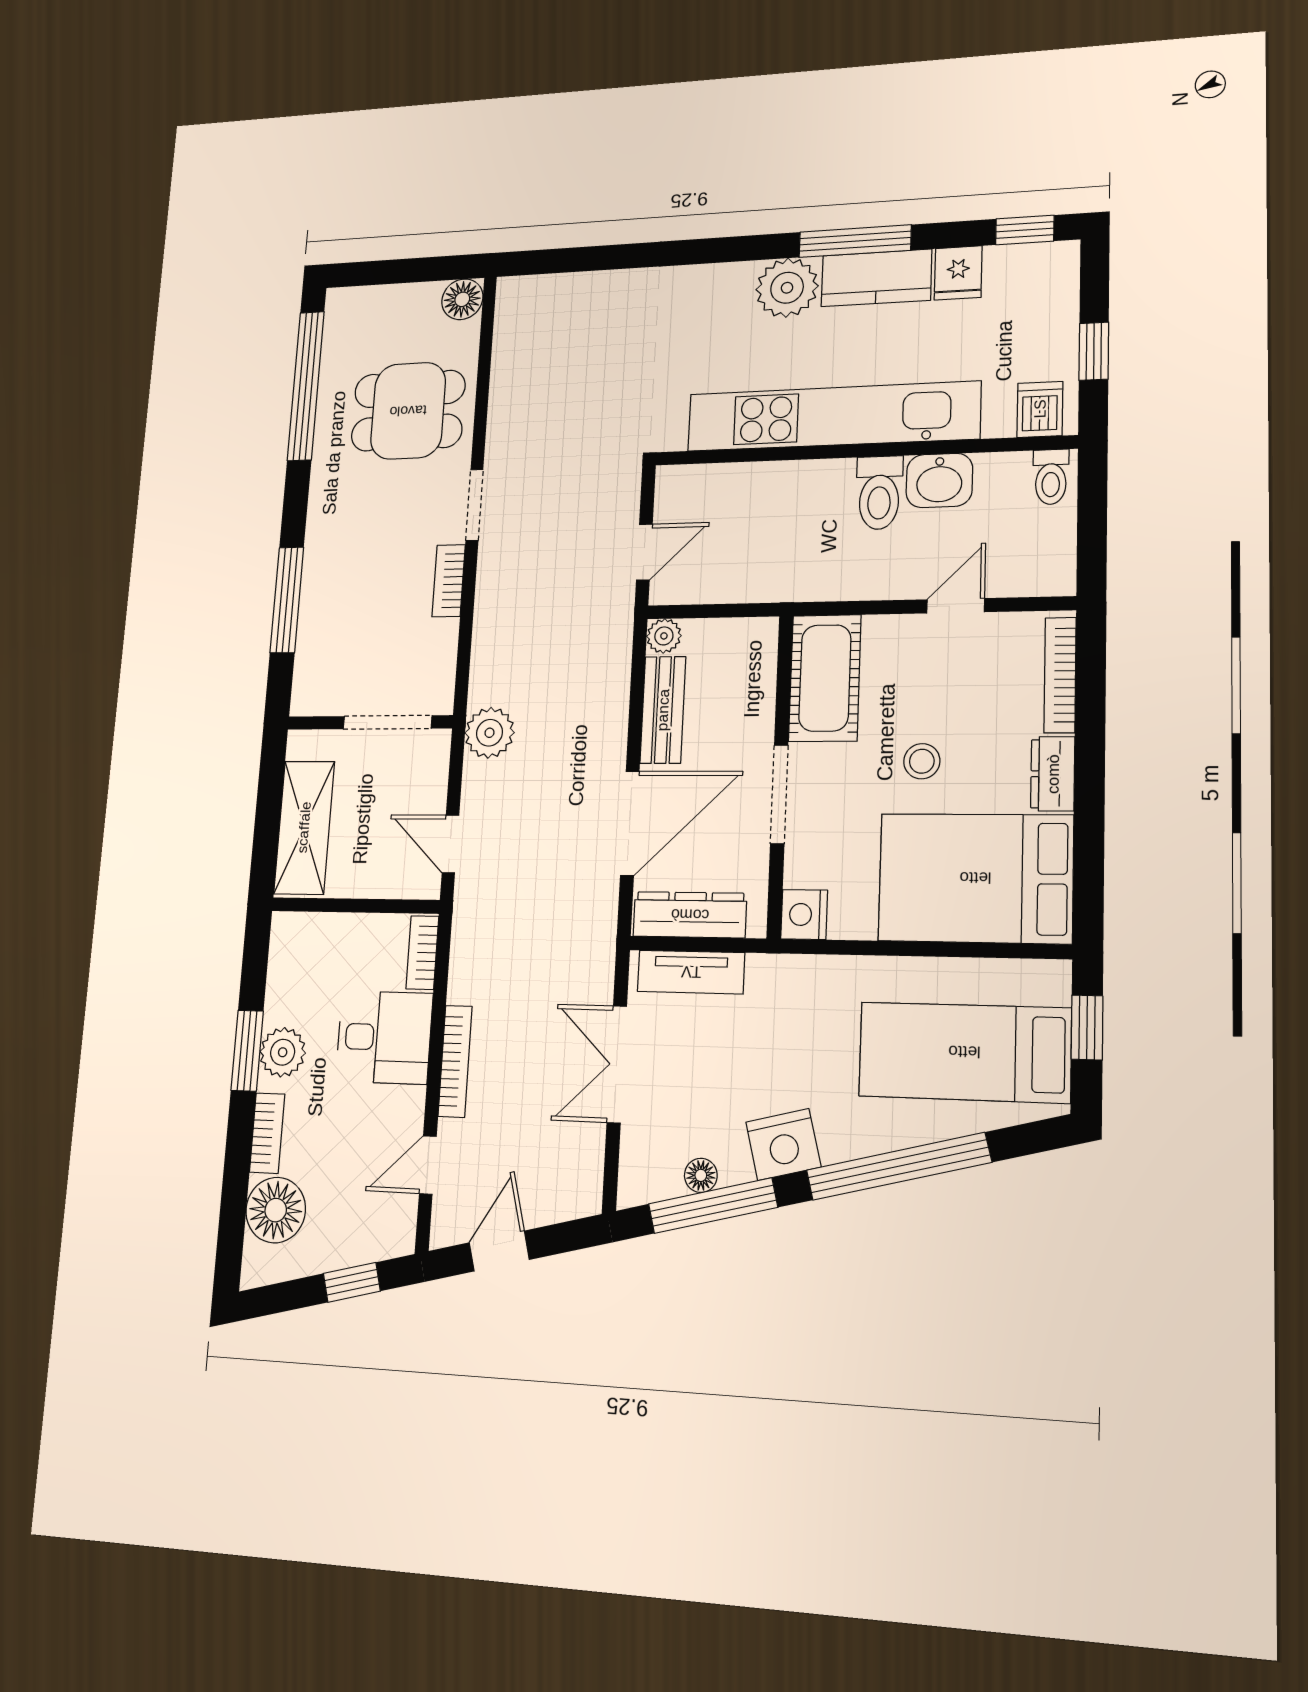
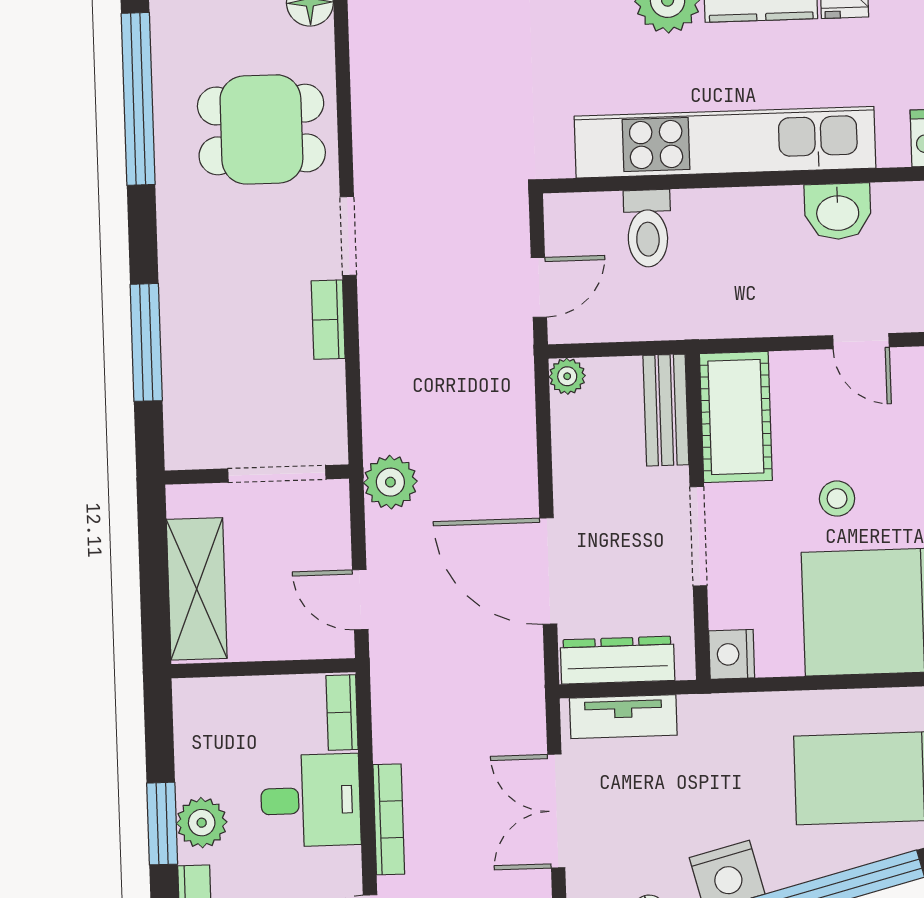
toilet: (879, 493) -> (648, 228), moved
door: (956, 606) -> (861, 341), swing flipped
bench: (663, 710) -> (666, 410), moved
door: (630, 823) -> (548, 571), swing flipped

